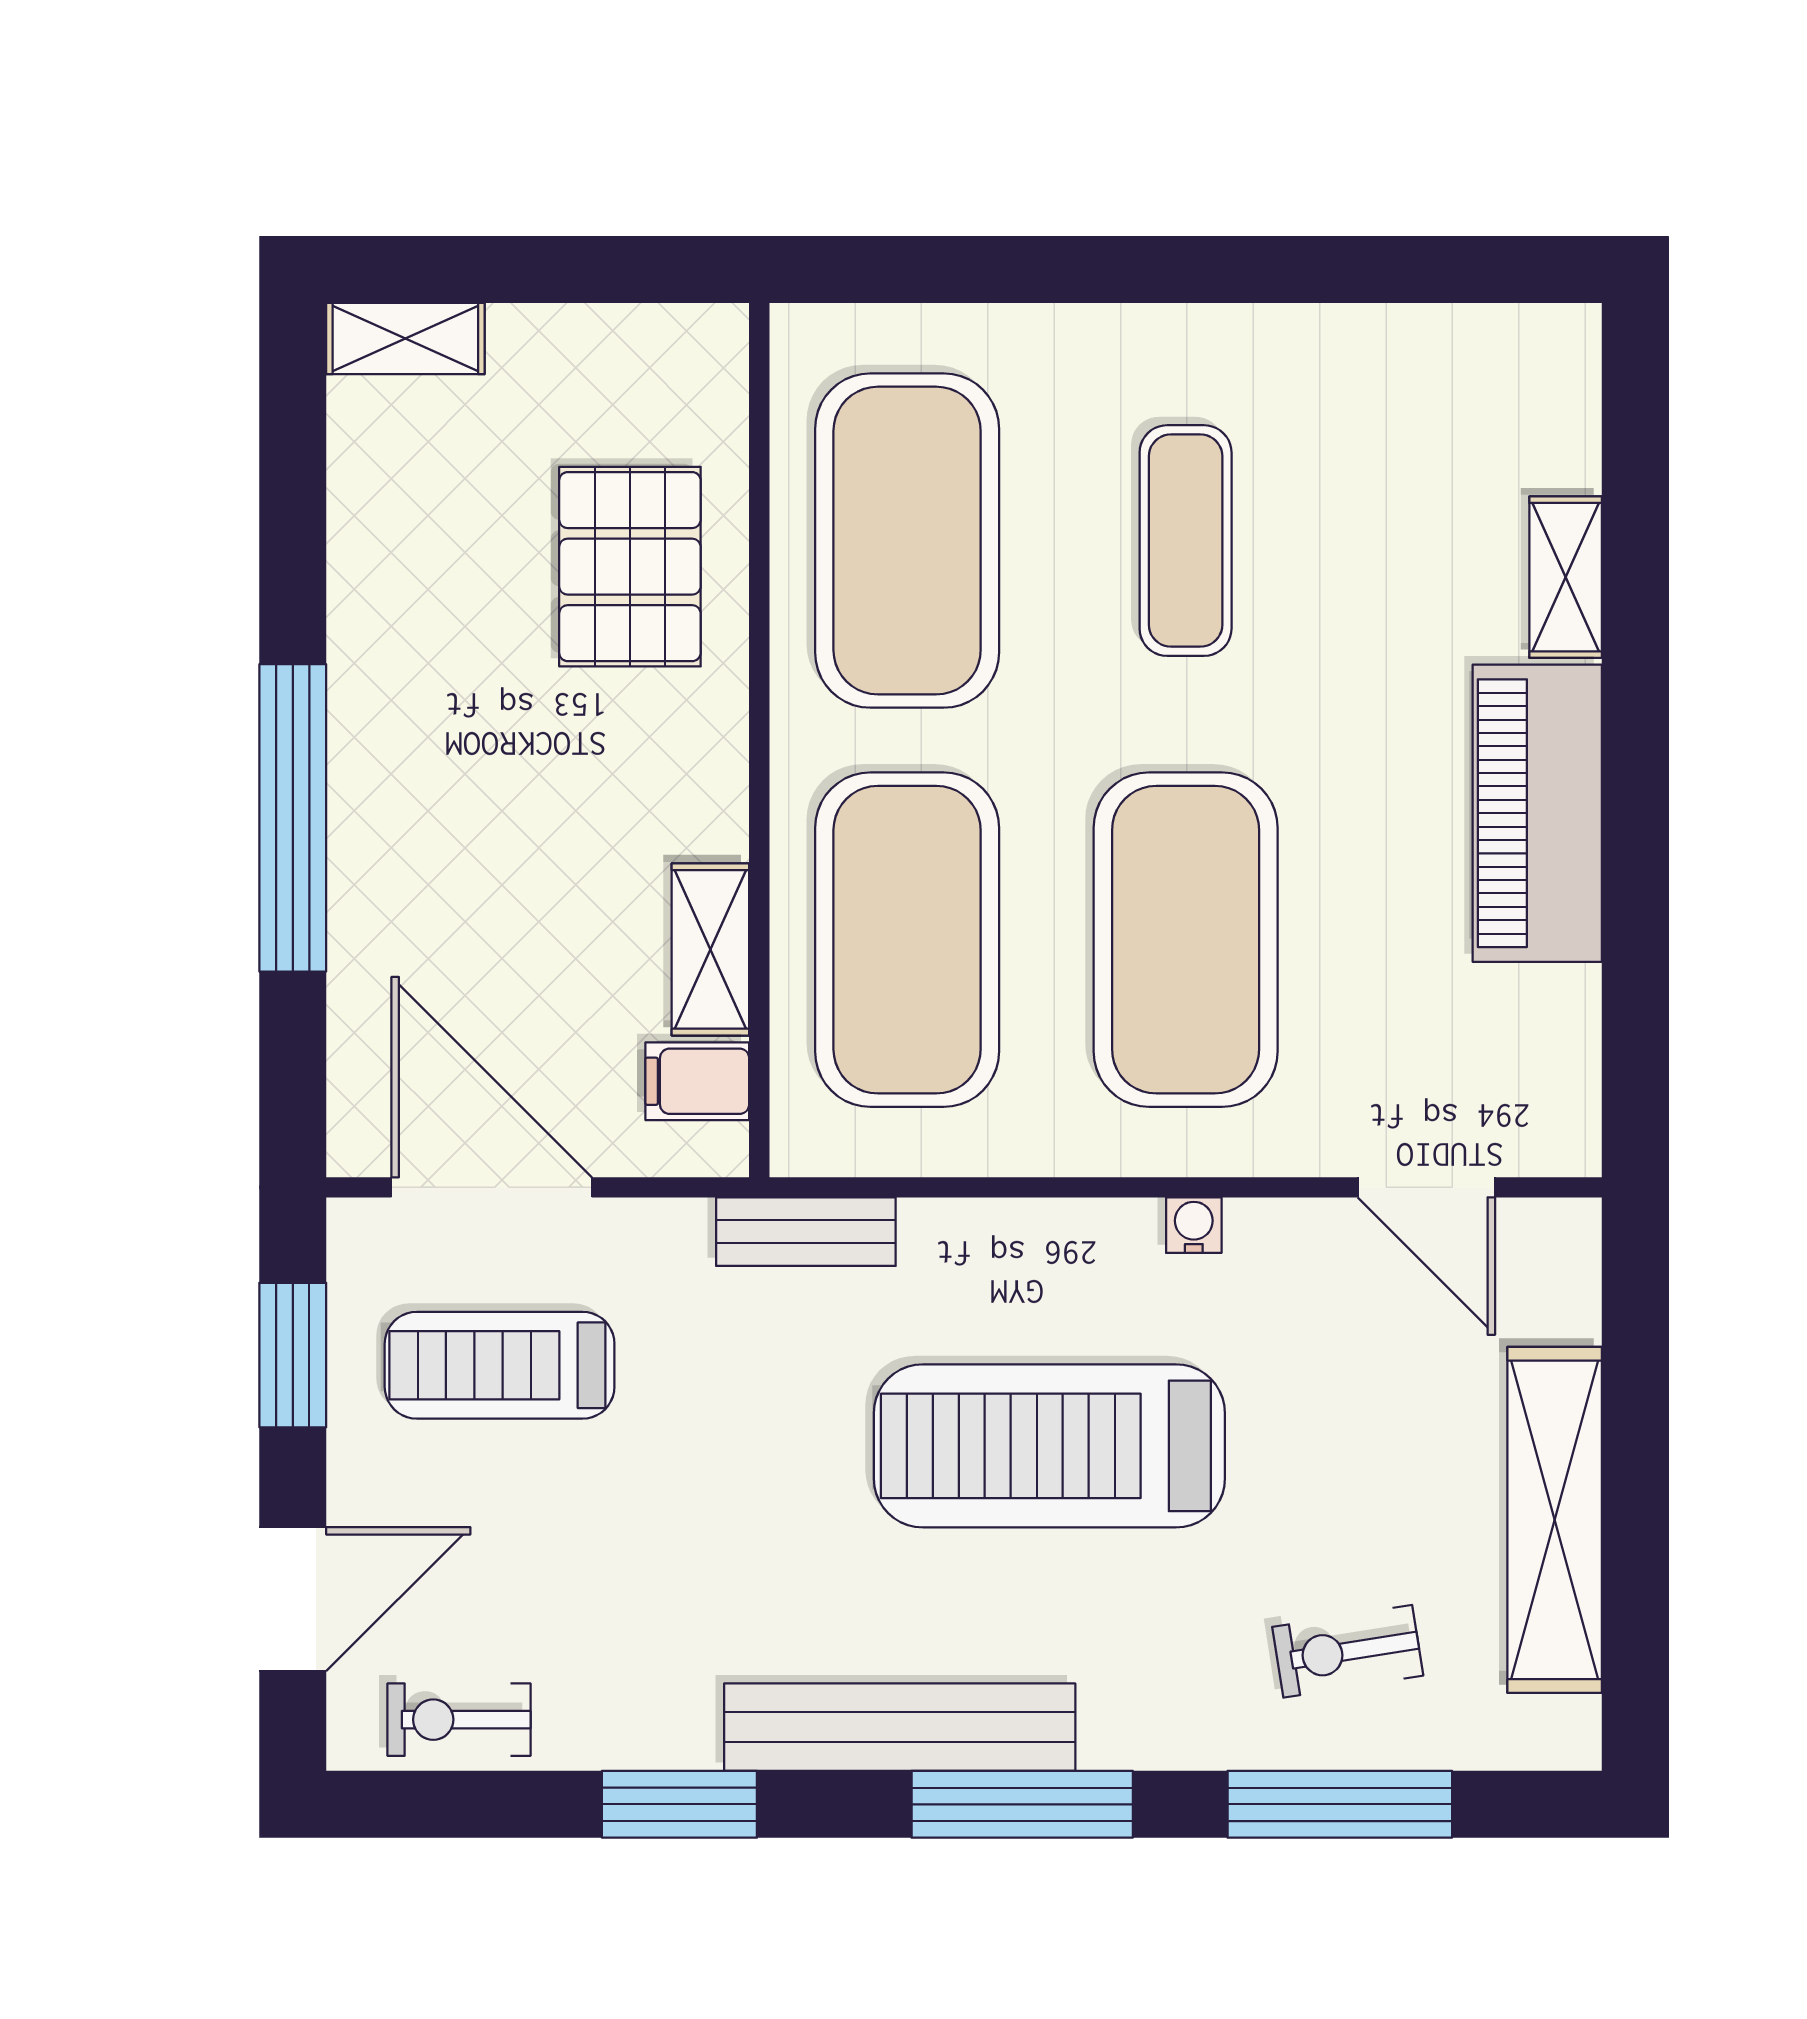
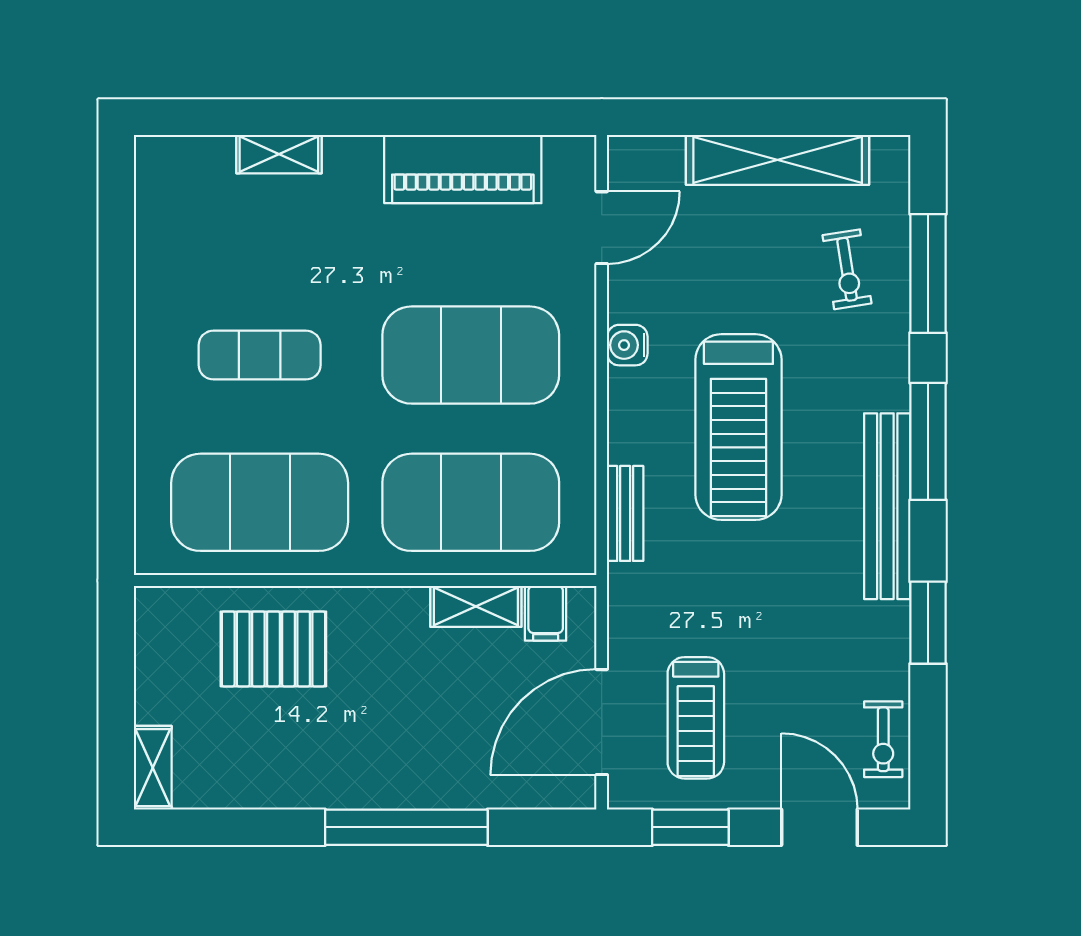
piano: (1537, 813) -> (463, 169), moved
water cooler: (1194, 1225) -> (627, 345), width x1.38, depth x1.38
bench: (806, 1232) -> (625, 513), moved

